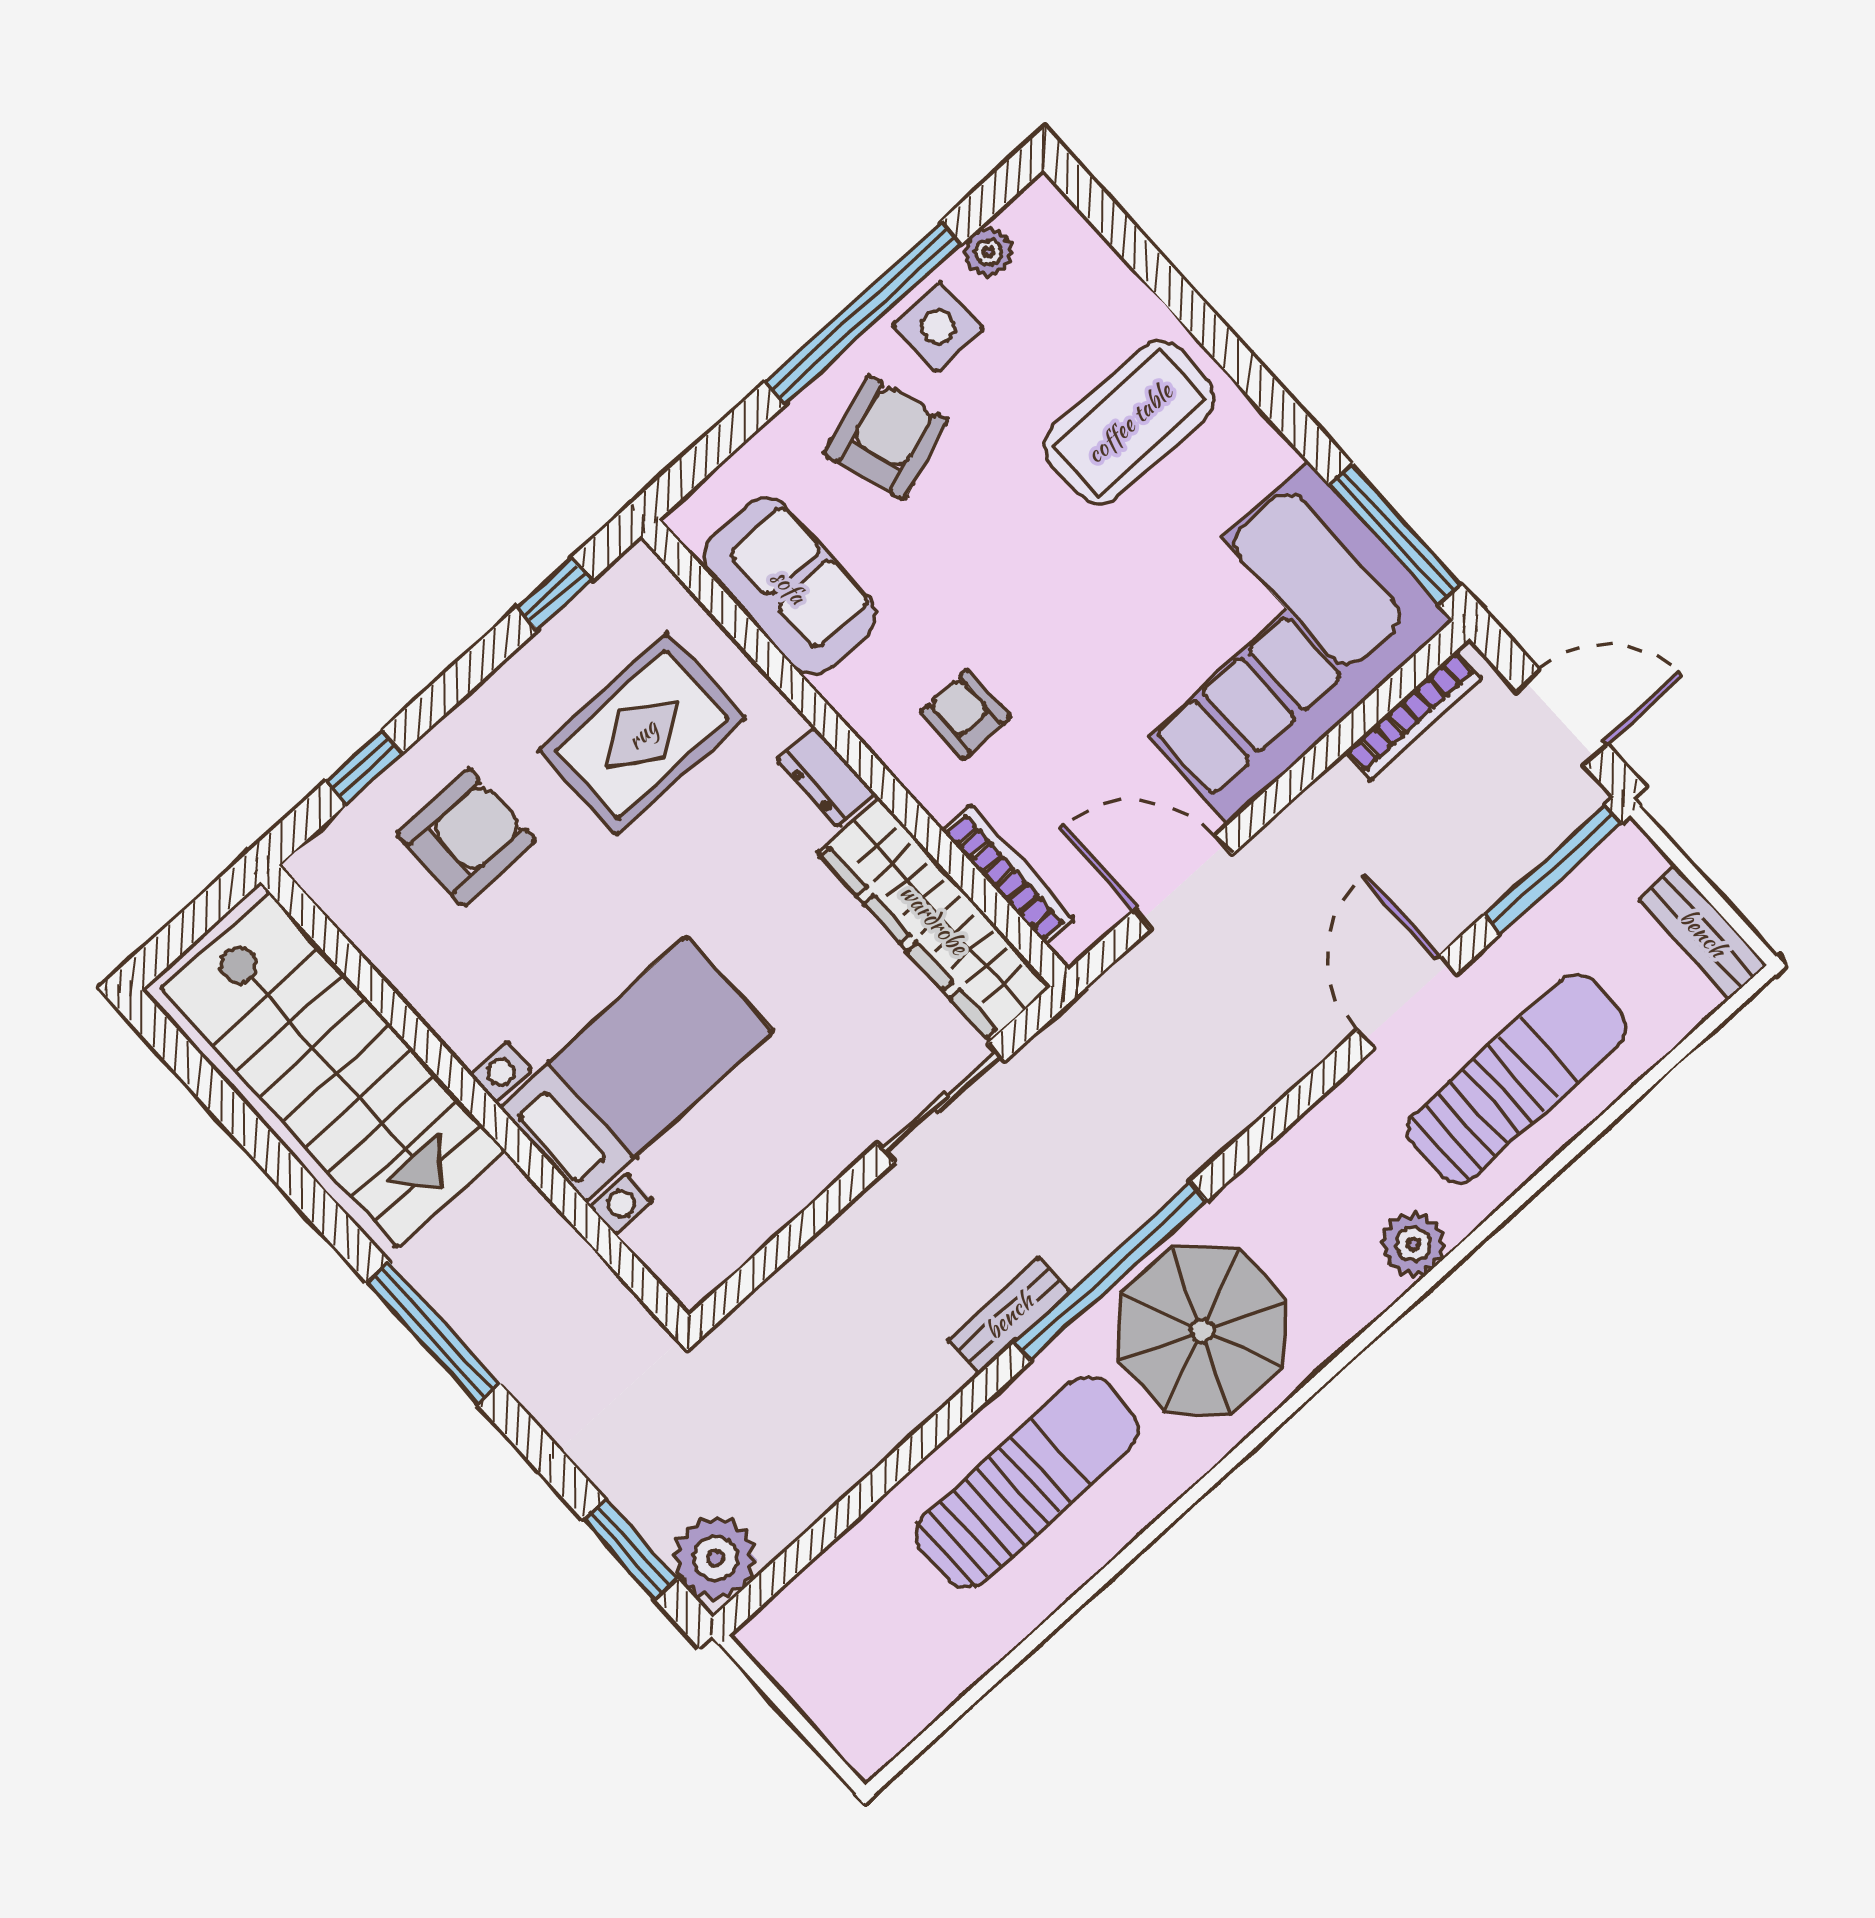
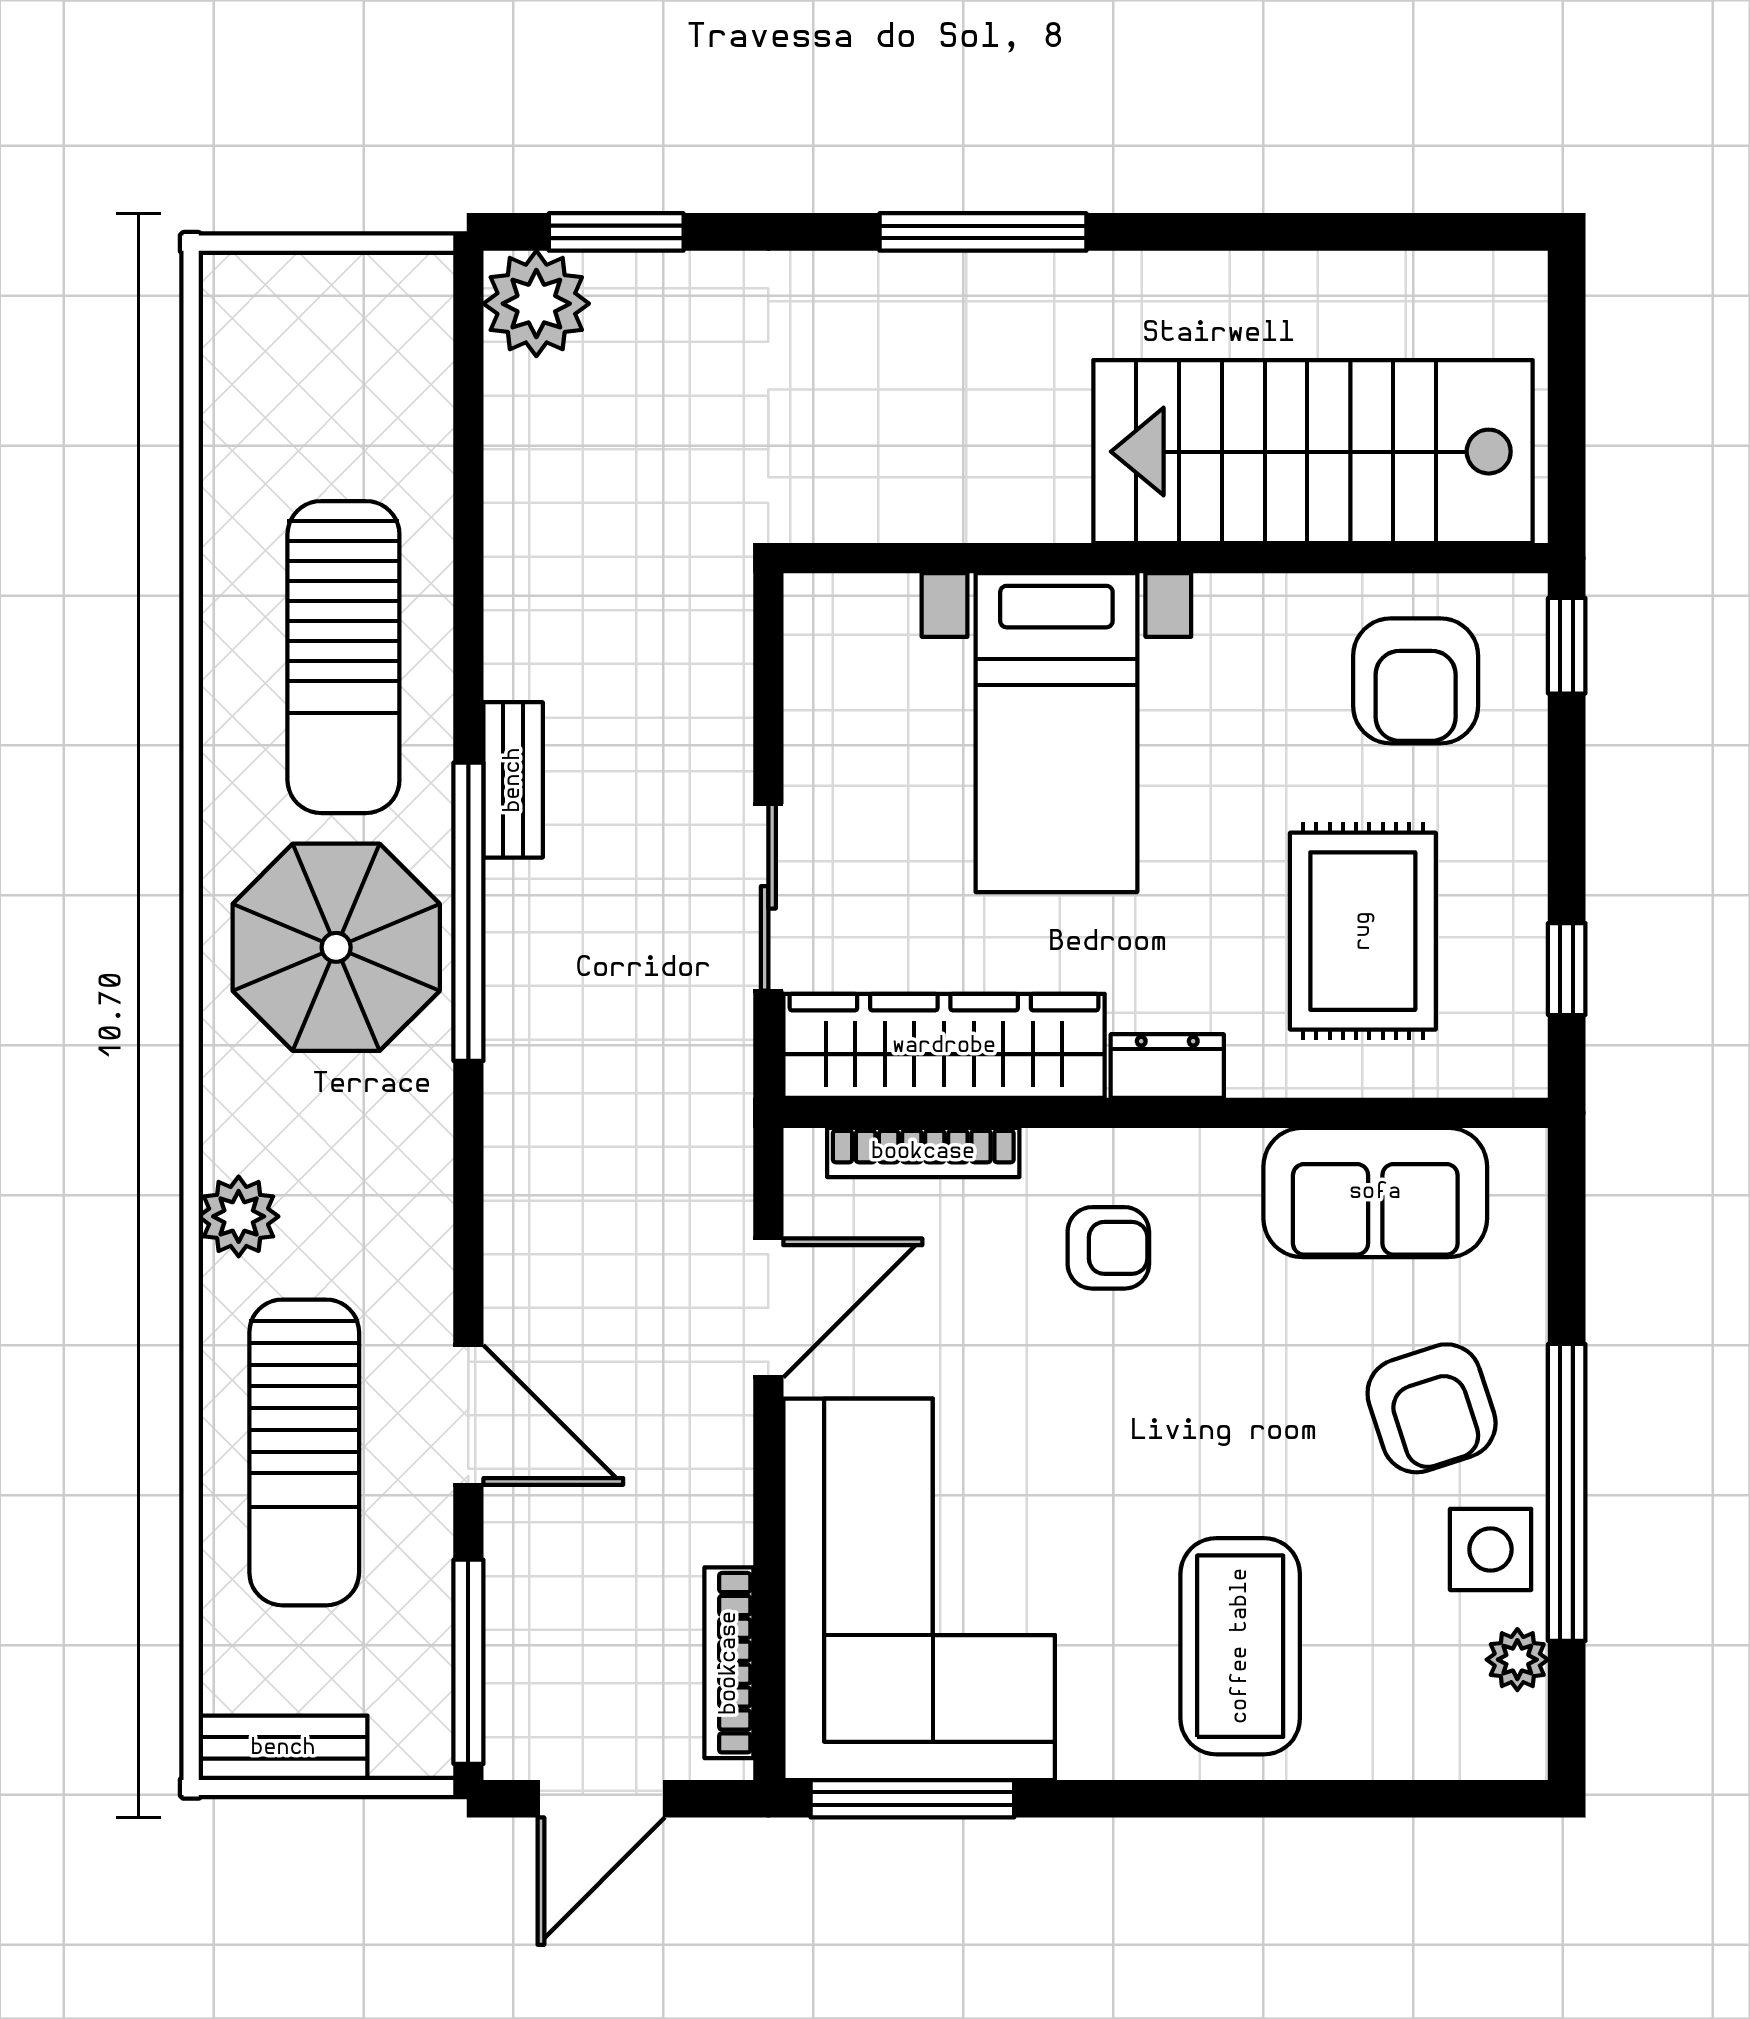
stairs: (333, 1069) -> (1313, 452), moved
bed with nightstands: (636, 1069) -> (1056, 733), moved
wall: (475, 1099) -> (1166, 558), moved

